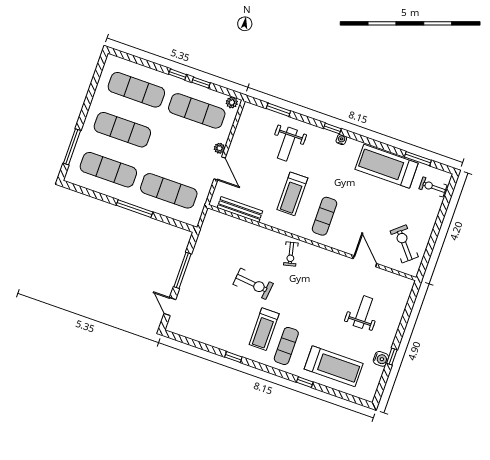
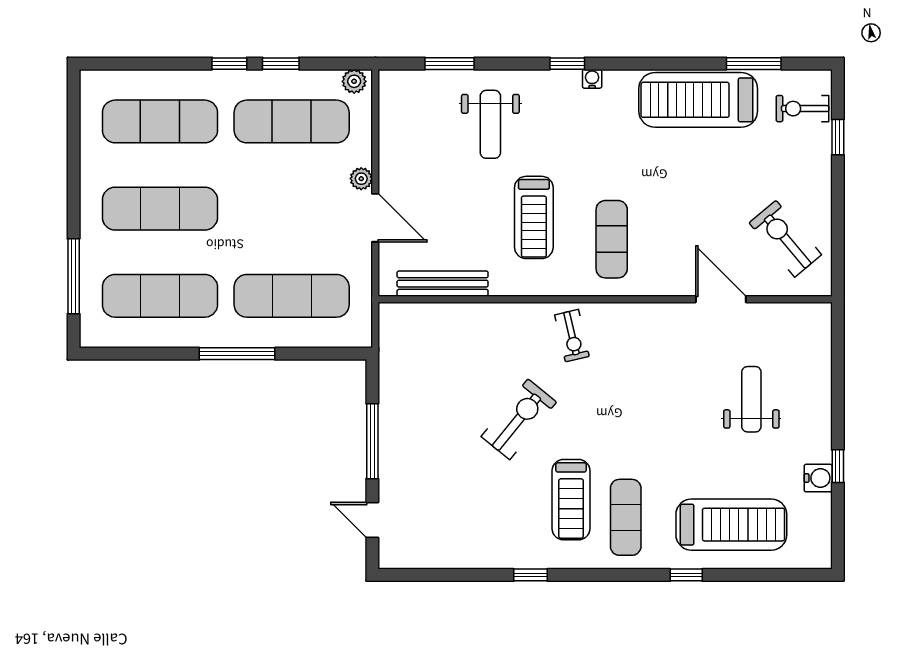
window: (445, 206) -> (838, 137), added
exercise bike: (253, 284) -> (519, 419), turned -57

